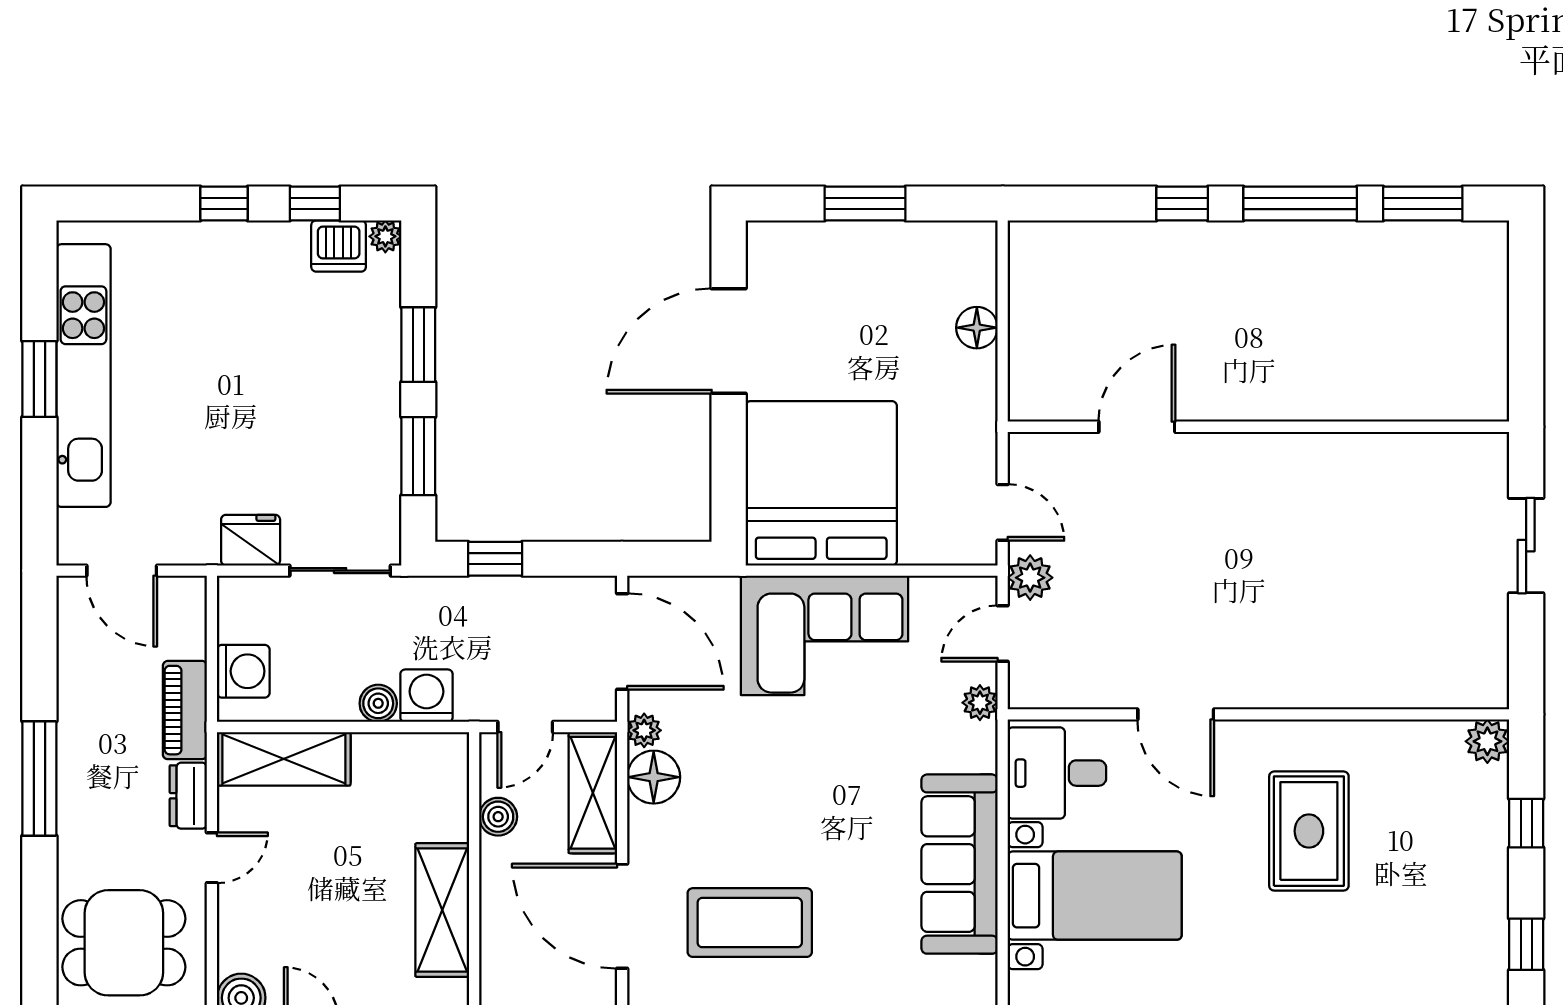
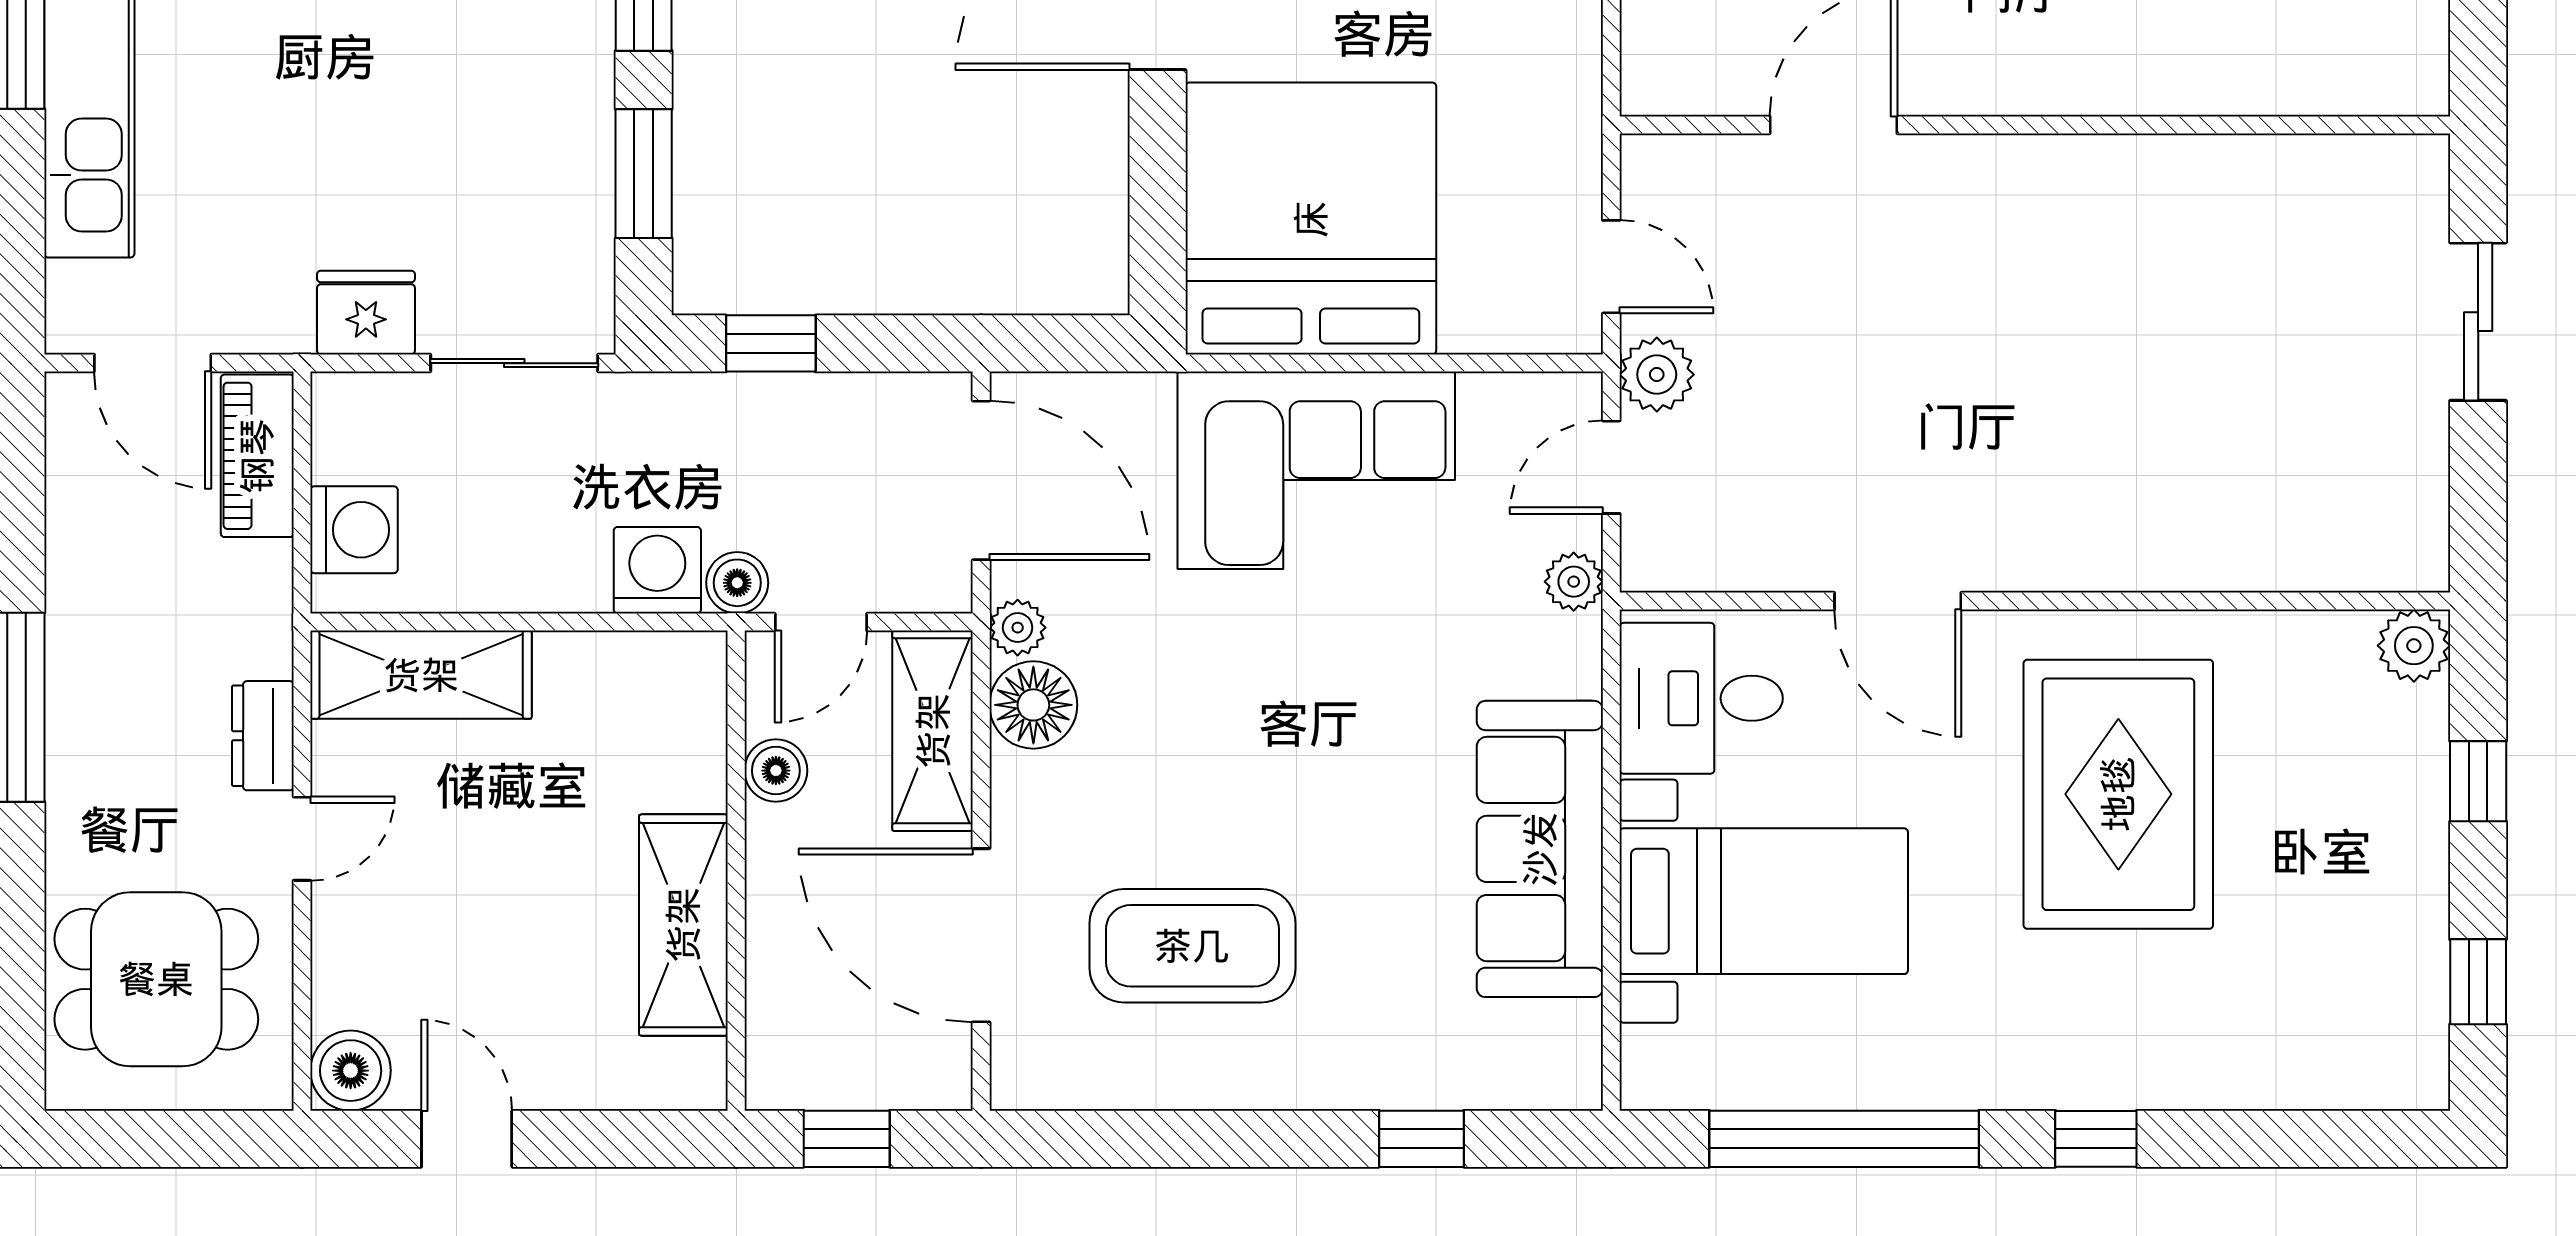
boiler: (378, 703) -> (737, 583), moved
piano: (185, 710) -> (257, 456), moved
rug: (1309, 831) -> (2118, 794), width x1.37, depth x1.44

